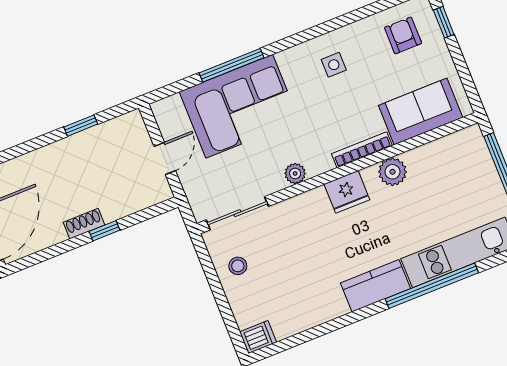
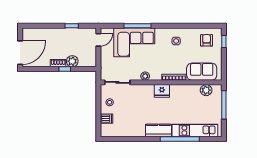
door: (165, 158) -> (98, 40), moved
plant: (393, 172) -> (206, 90), moved
plant: (115, 206) -> (72, 61), added
dishwasher: (258, 337) -> (107, 119), moved

